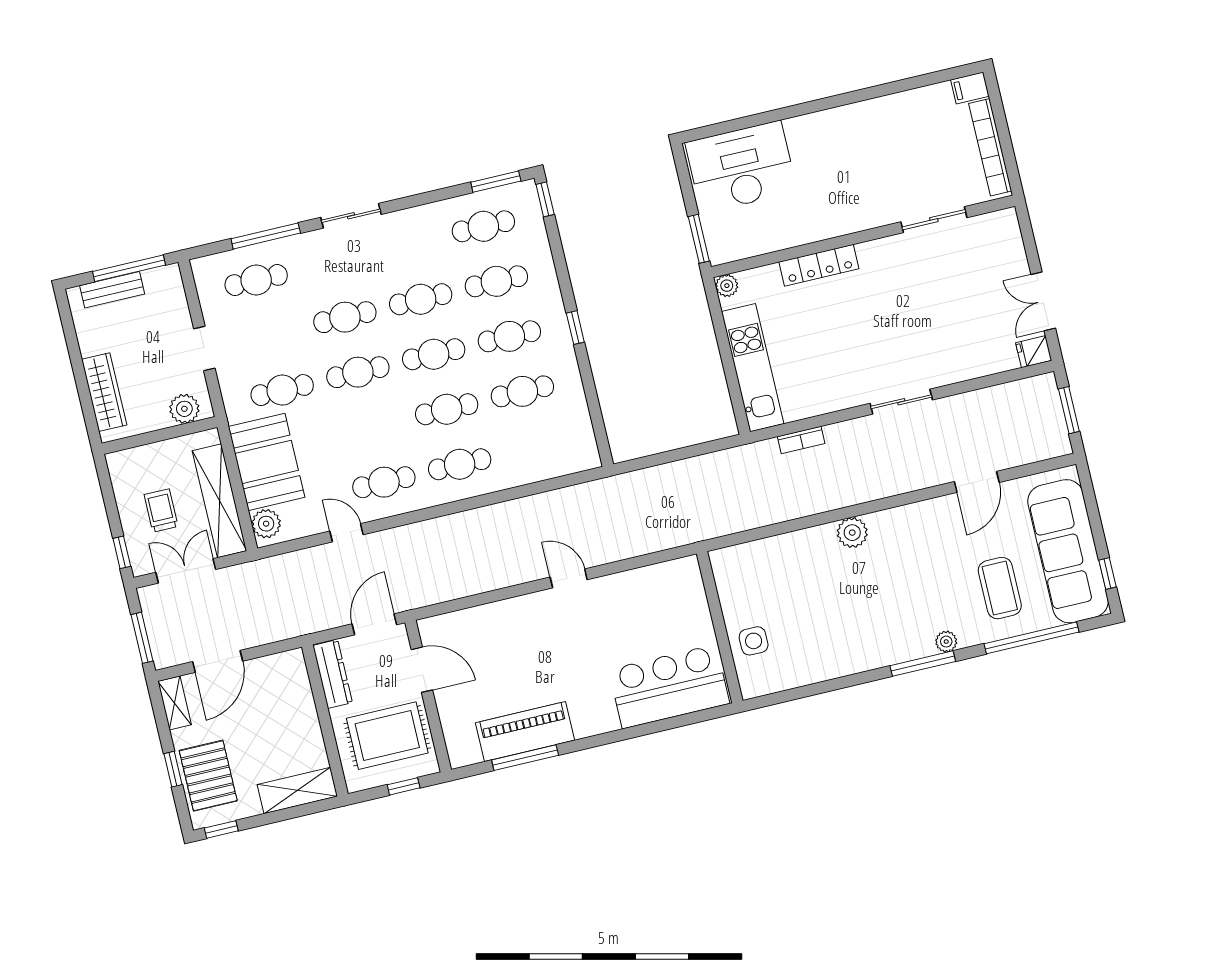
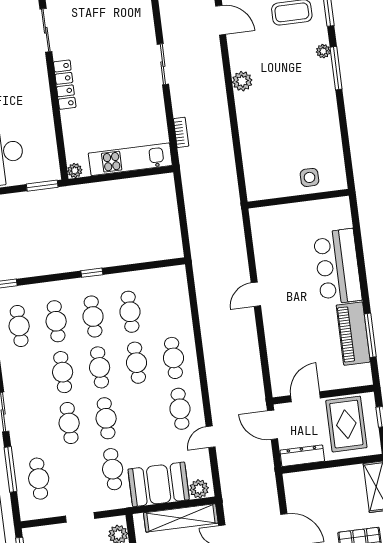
locker: (819, 265) -> (65, 85), moved
plant: (852, 533) -> (242, 81), moved
bar counter: (669, 687) -> (338, 267), moved

